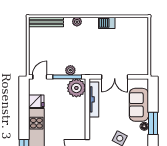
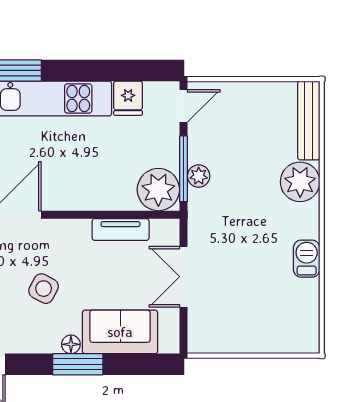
plant: (77, 22) -> (300, 182), width x1.88, depth x1.88
door: (40, 77) -> (183, 106), hinge flipped
tv unit: (94, 99) -> (121, 230), width x0.71

